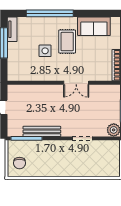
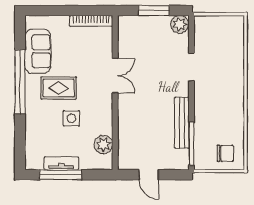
window: (50, 13) -> (20, 82), moved
tv unit: (12, 29) -> (61, 163), moved
plant: (26, 74) -> (103, 145), added

